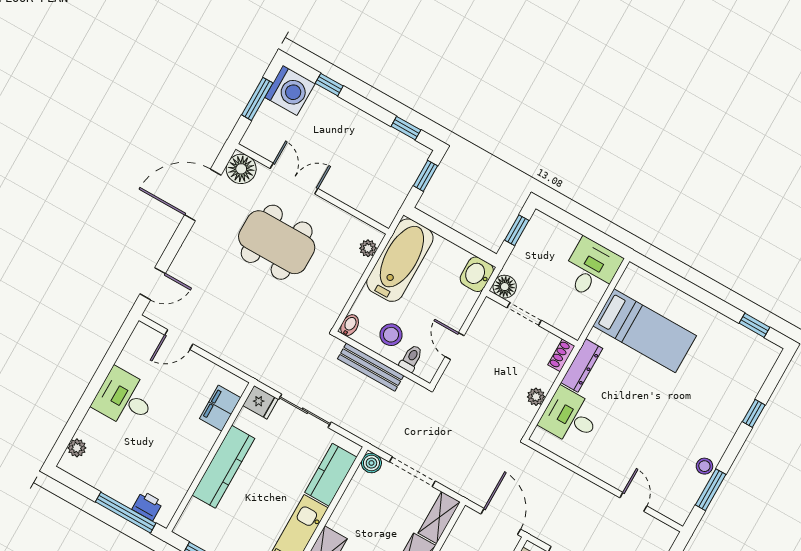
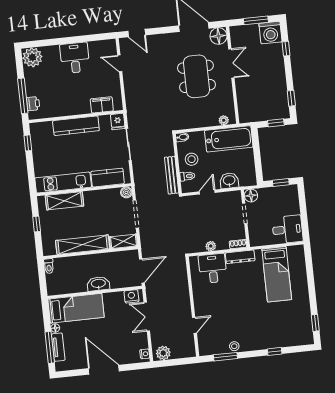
washbasin: (477, 274) -> (229, 181), moved
bench: (371, 367) -> (172, 175), moved
plant: (77, 448) -> (32, 57), width x1.88, depth x1.88

